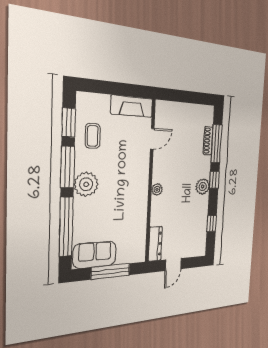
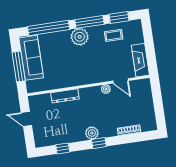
window: (216, 144) -> (128, 139), removed
plant: (157, 189) -> (106, 89), moved
dresser: (155, 244) -> (65, 96), moved
sofa: (95, 255) -> (31, 58), width x1.36

